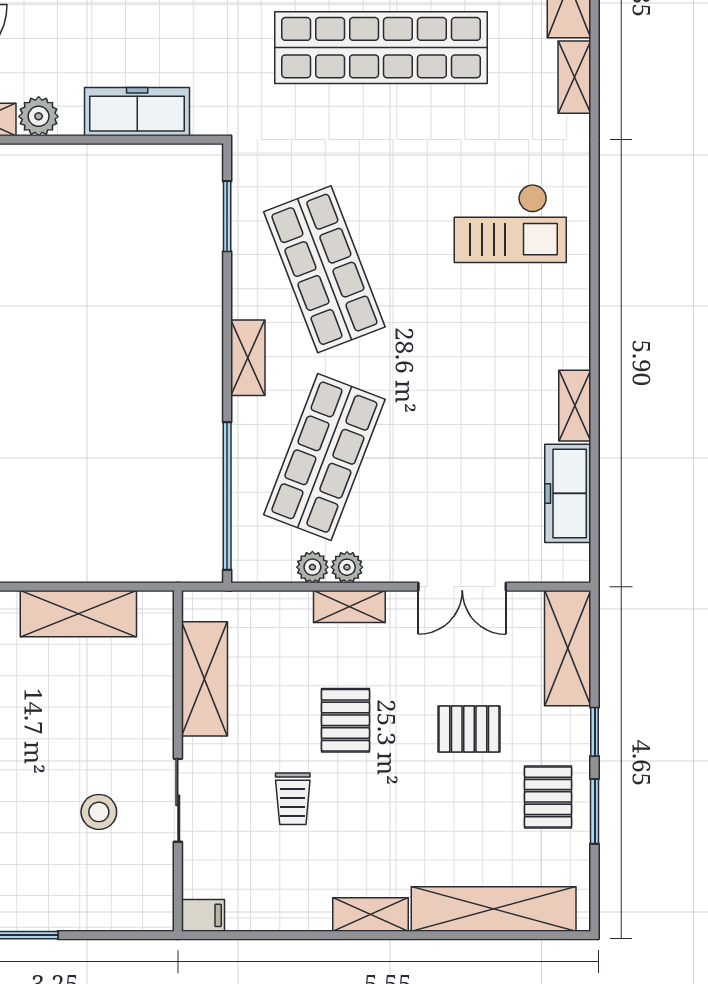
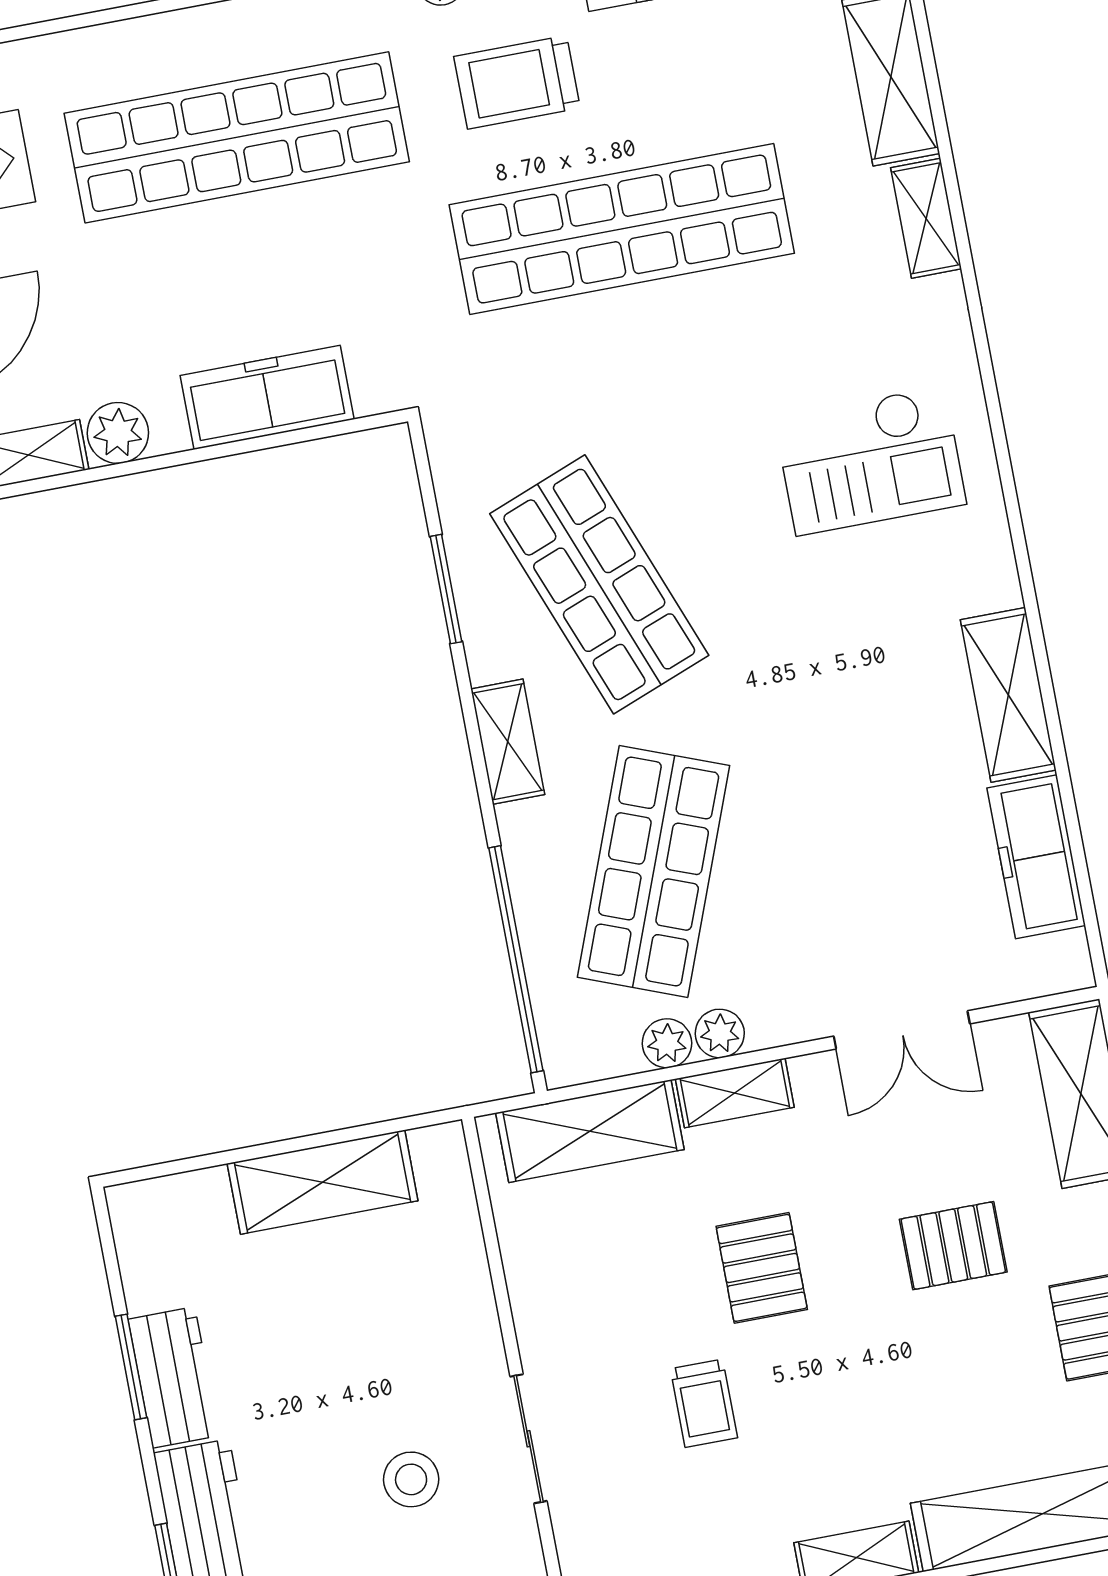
window: (227, 216) -> (446, 589), moved
shelving: (575, 406) -> (1008, 695), width x1.50, depth x1.33
shelving: (205, 679) -> (590, 1131), moved, turned 90

